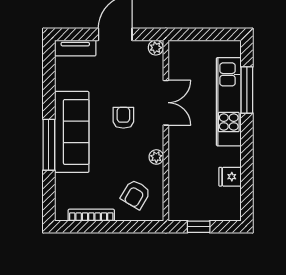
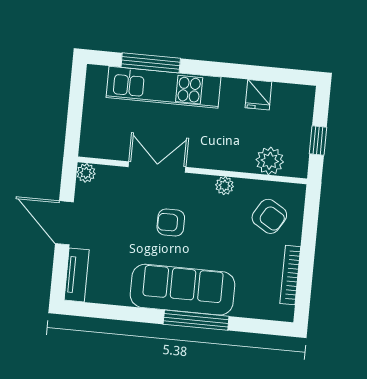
plant: (179, 190) -> (270, 161), added

